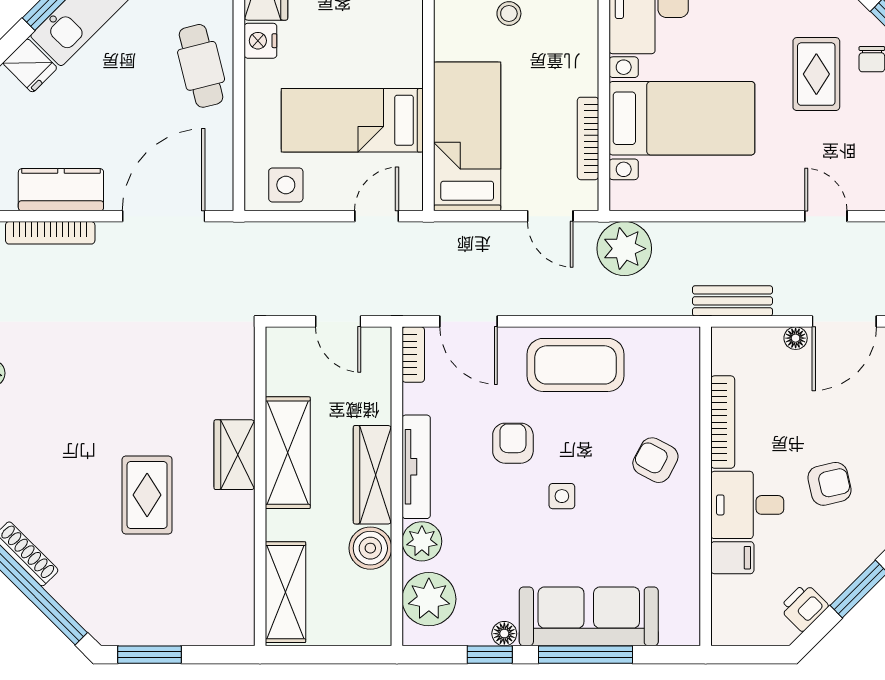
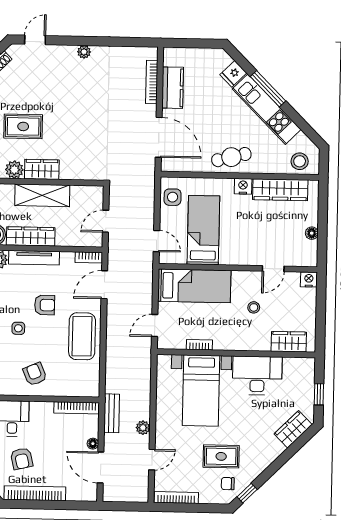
bookcase: (588, 138) -> (199, 345), width x0.64
plant: (624, 249) -> (143, 428), moved, width x0.53, depth x0.53
bookcase: (723, 422) -> (77, 408), moved
armchair: (655, 460) -> (35, 374), turned -51
plant: (236, 511) -> (14, 170), added

